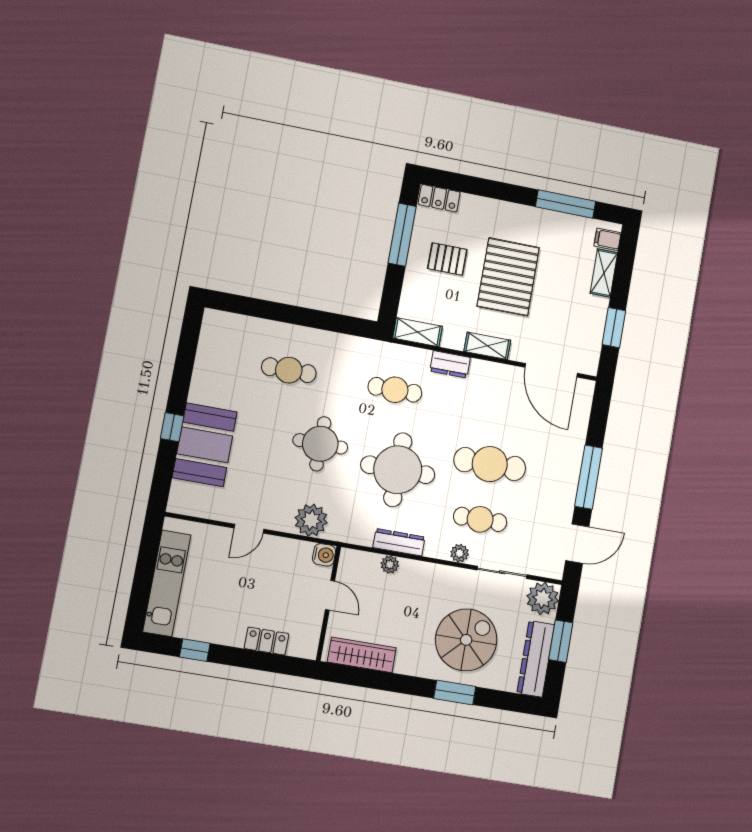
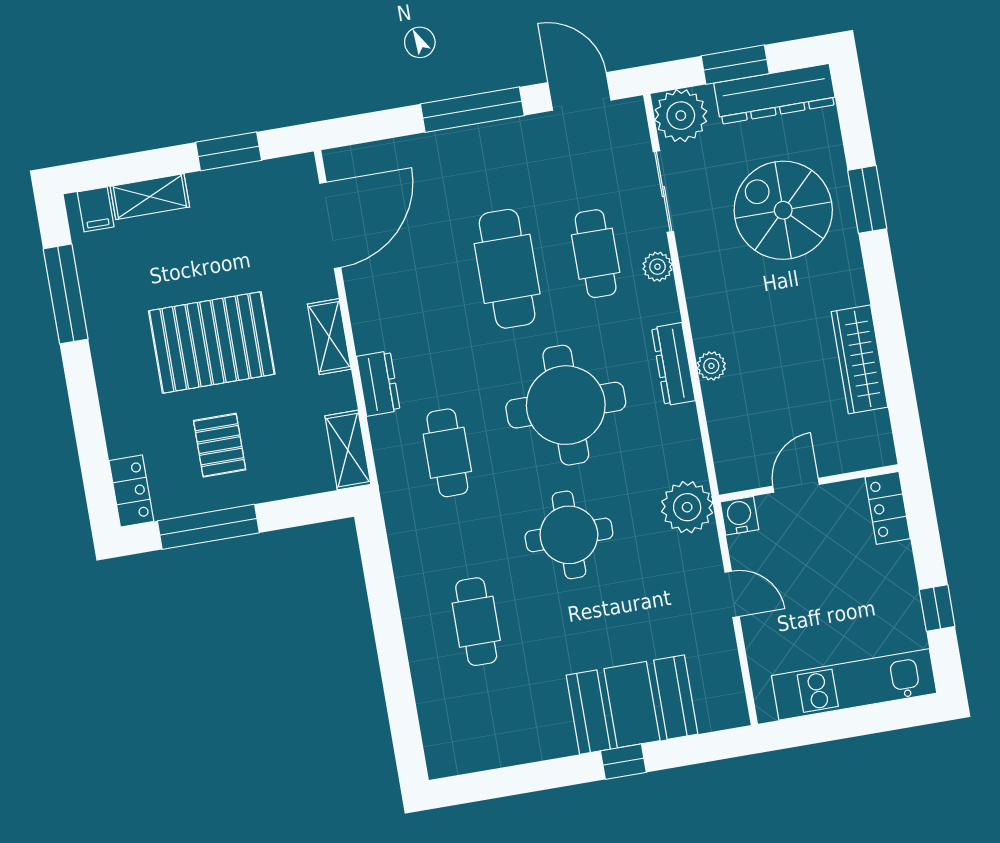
water cooler: (324, 555) -> (739, 516), moved
door: (330, 595) -> (796, 485), moved
wall: (328, 603) -> (809, 483), moved

